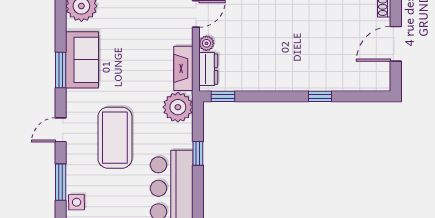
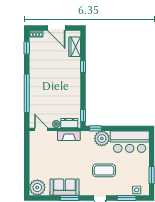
wardrobe: (359, 80) -> (75, 47), added
plant: (178, 107) -> (102, 138), moved
coffee table: (115, 138) -> (104, 170), width x0.73, depth x0.76
window: (198, 153) -> (95, 128), moved

